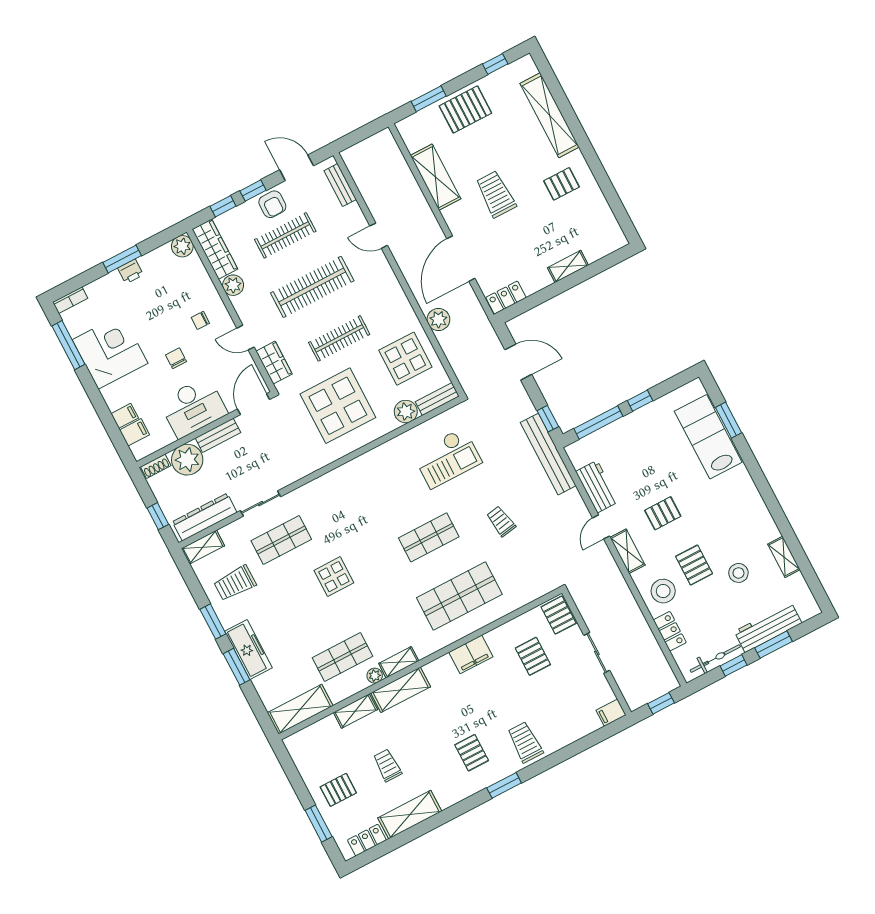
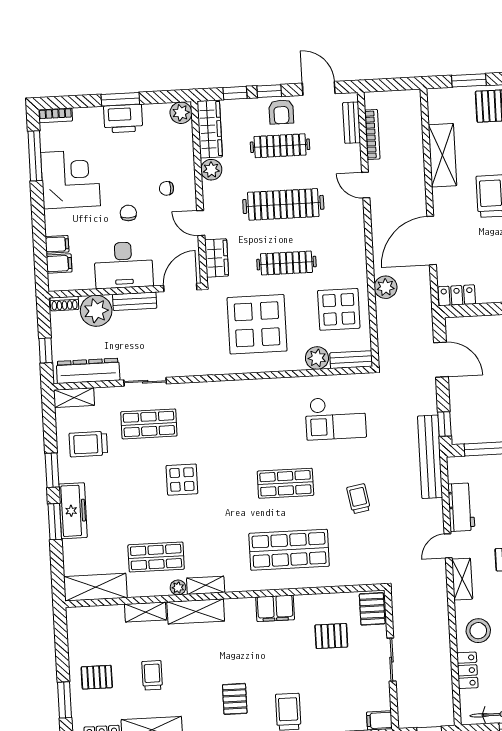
bookcase: (364, 187) -> (372, 134), added
printer: (131, 271) -> (123, 119), width x1.87, depth x1.48
pallet: (533, 656) -> (331, 636), turned 90

